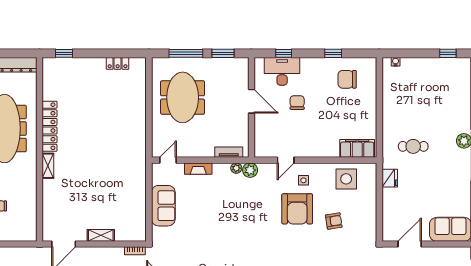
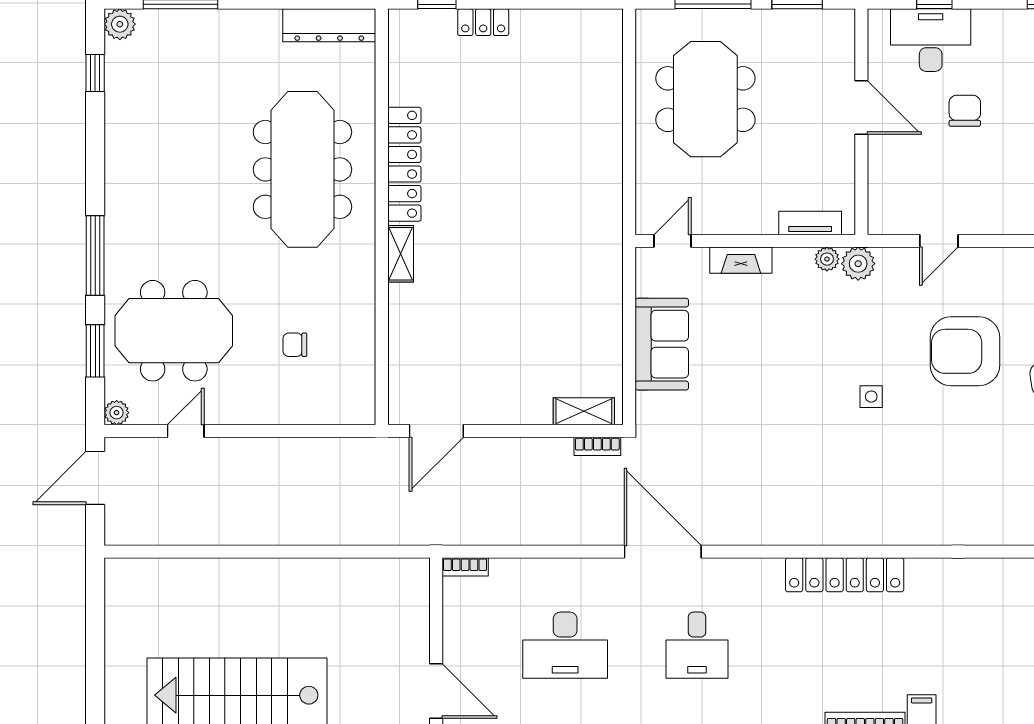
locker: (118, 63) -> (483, 22), moved
side table: (303, 180) -> (871, 397), moved
armchair: (297, 209) -> (965, 351), turned 90
shelving: (101, 235) -> (584, 411), moved

